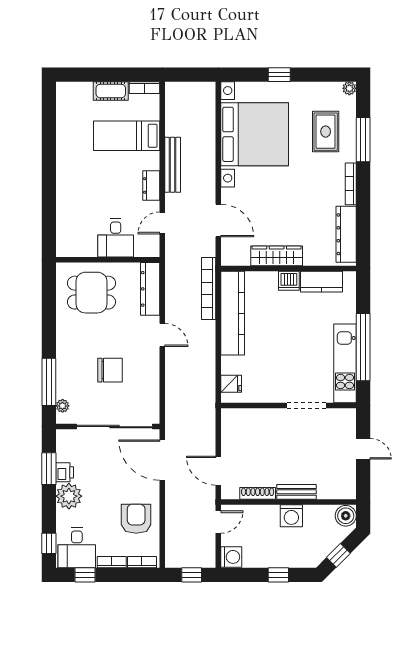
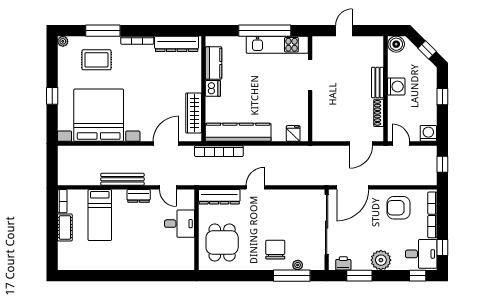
wardrobe: (277, 256) -> (194, 113), moved
chair: (110, 370) -> (275, 250), moved
plant: (63, 406) -> (298, 265), moved
printer: (65, 472) -> (343, 263), moved

